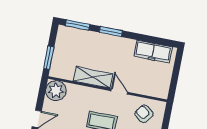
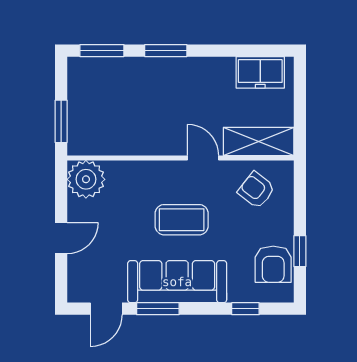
freezer: (153, 52) -> (260, 72), width x0.71
shelving: (93, 77) -> (259, 141), moved

